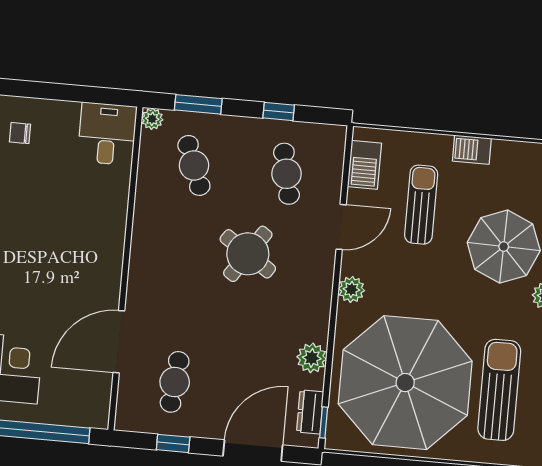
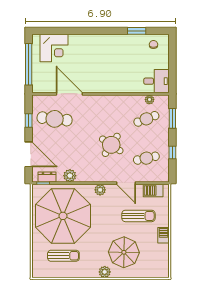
plant: (152, 119) -> (149, 100), moved
cafe table: (175, 382) -> (55, 119), width x1.37, depth x1.35
sun lounger: (499, 390) -> (63, 256), width x0.73, depth x0.75

